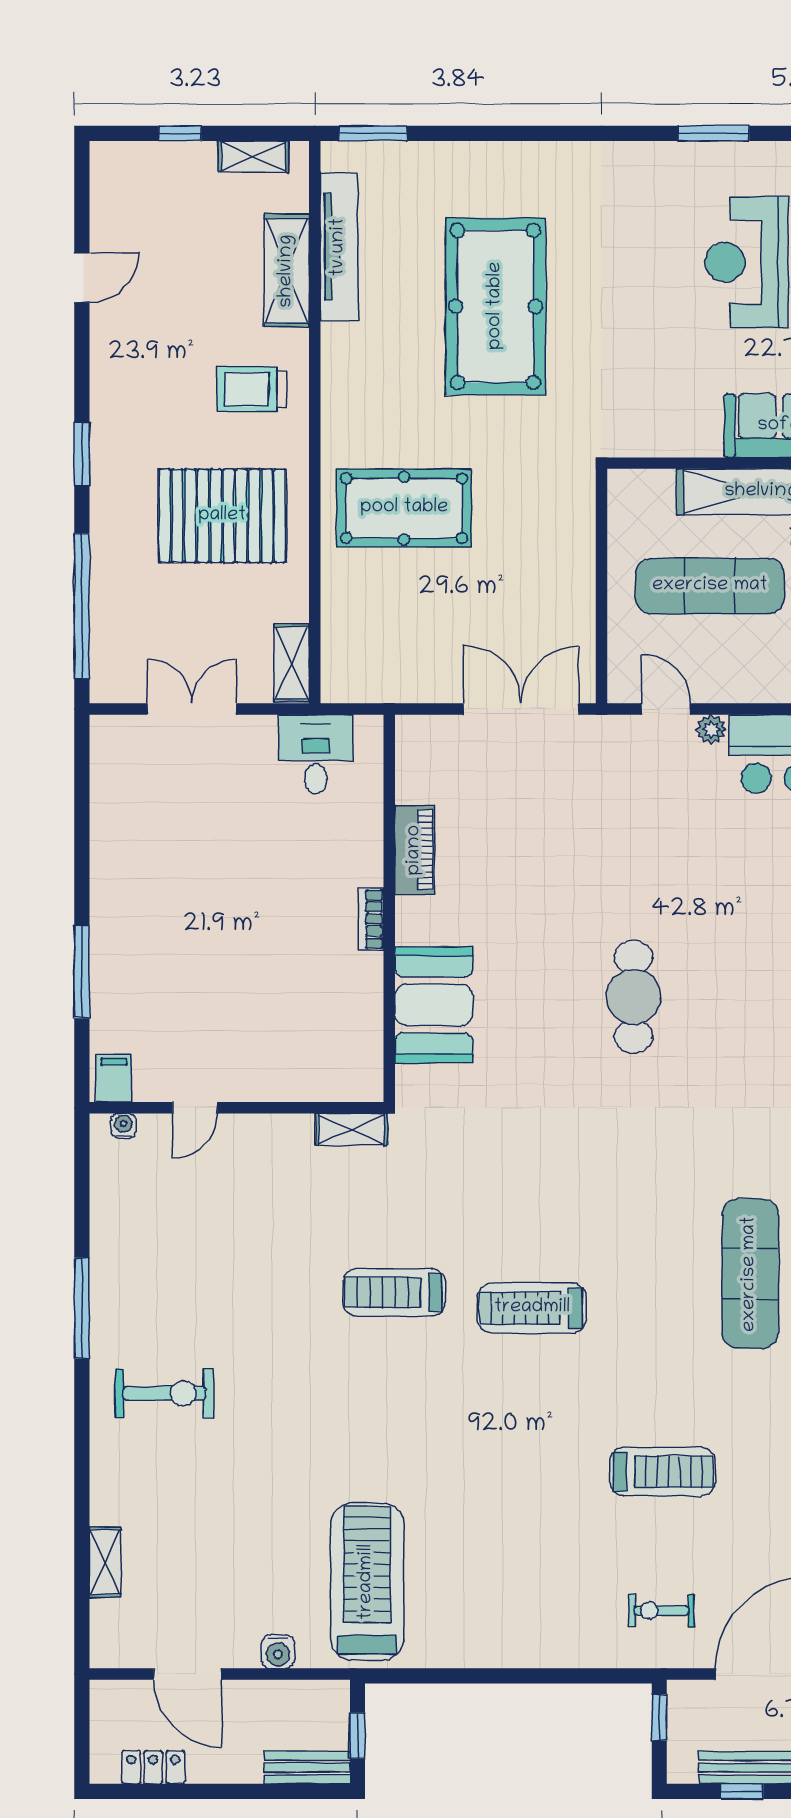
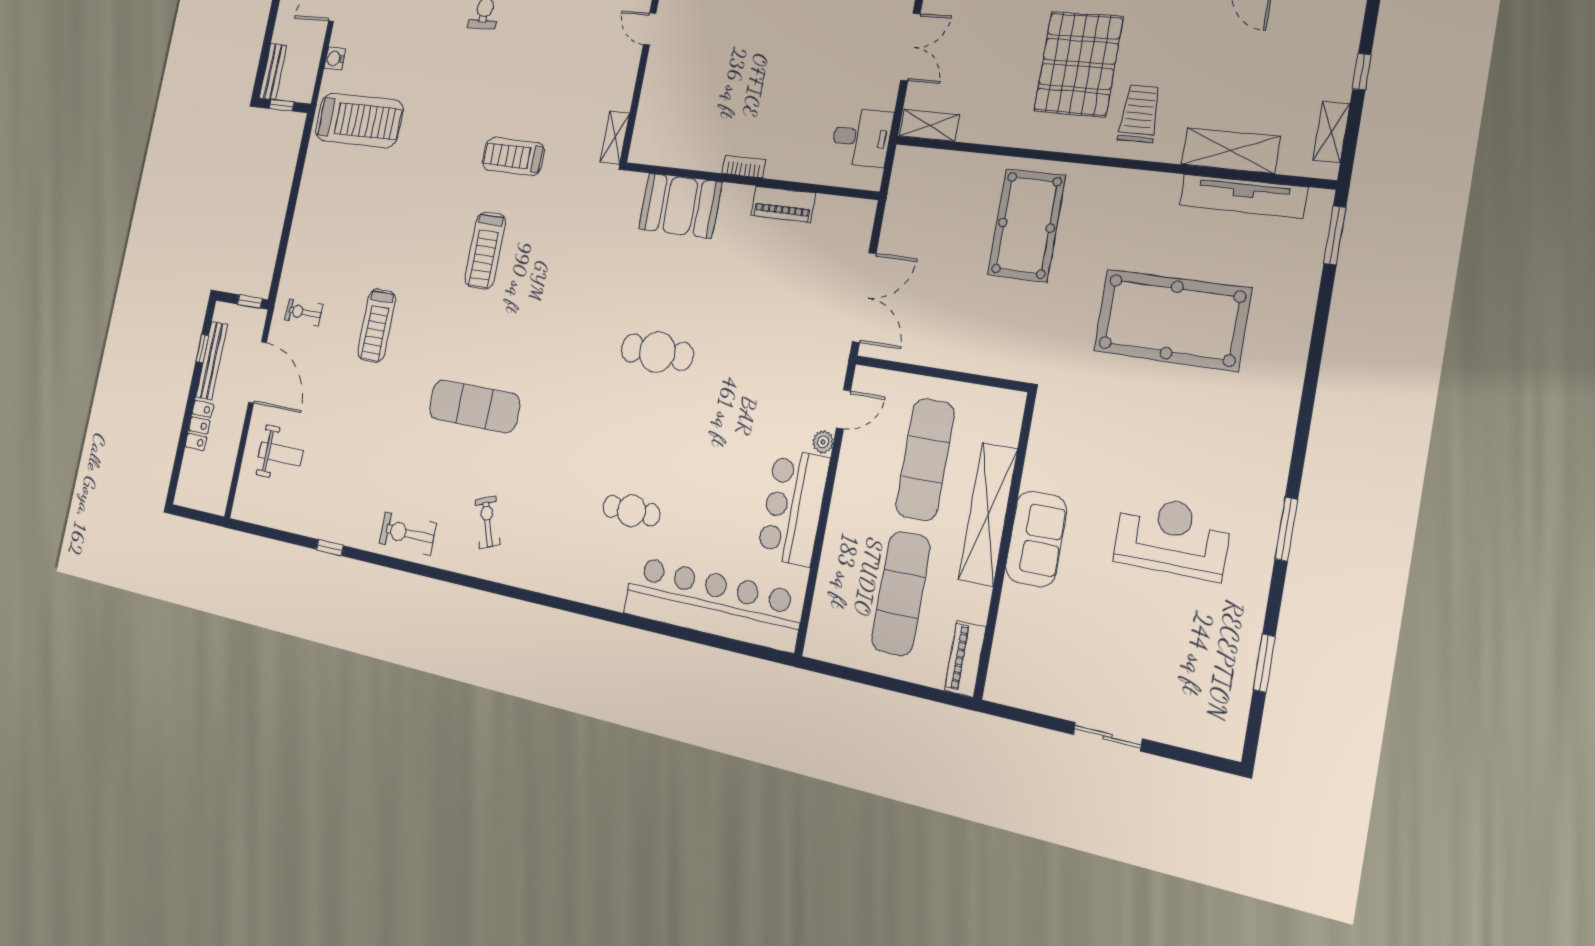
pallet: (222, 516) -> (1078, 64), moved
treadmill: (394, 1292) -> (513, 157), turned -90
treadmill: (532, 1308) -> (485, 250), turned 180
exercise bike: (662, 1611) -> (304, 312), turned -90

